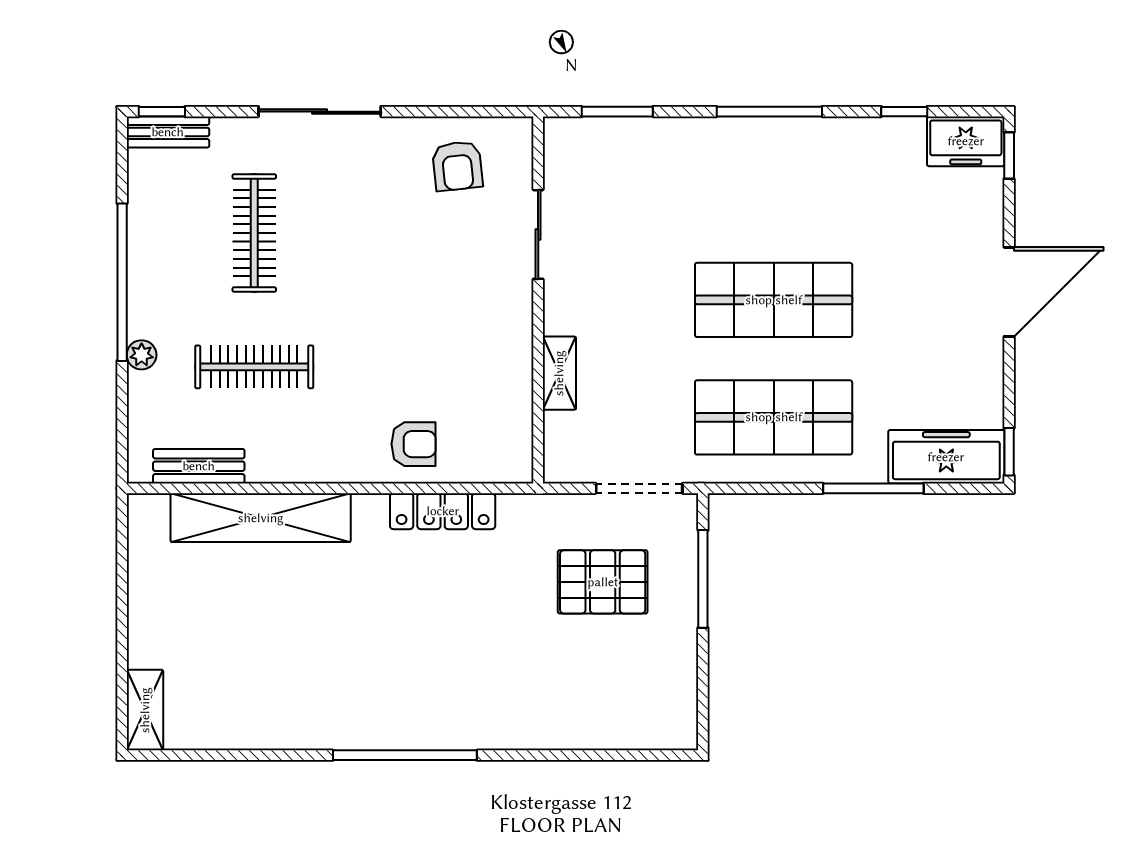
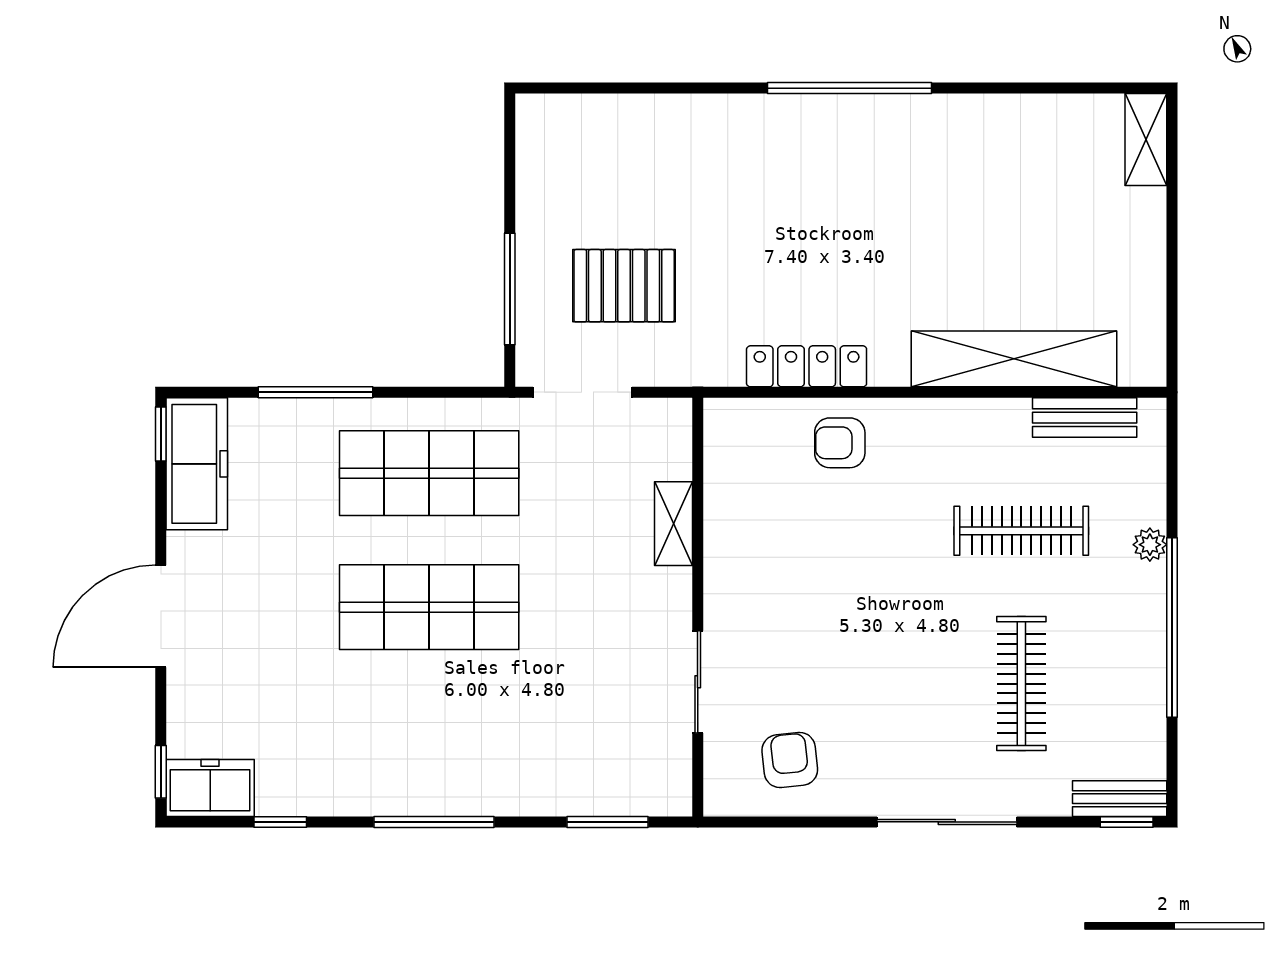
freezer: (946, 457) -> (197, 464), moved, turned -90

